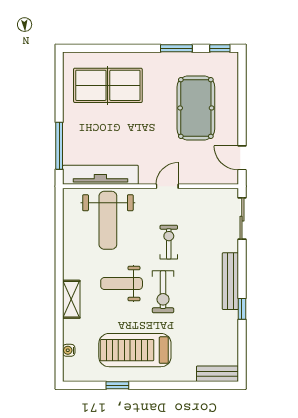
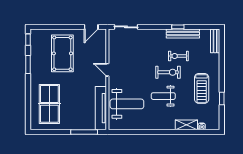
pool table: (196, 108) -> (62, 53), turned 90
exercise bike: (169, 242) -> (178, 56), moved
bench: (230, 281) -> (183, 34), moved
weight bench: (122, 284) -> (163, 96), turned 90
shelving: (71, 299) -> (186, 125), moved
treadmill: (135, 350) -> (202, 88), width x0.73, depth x0.73

